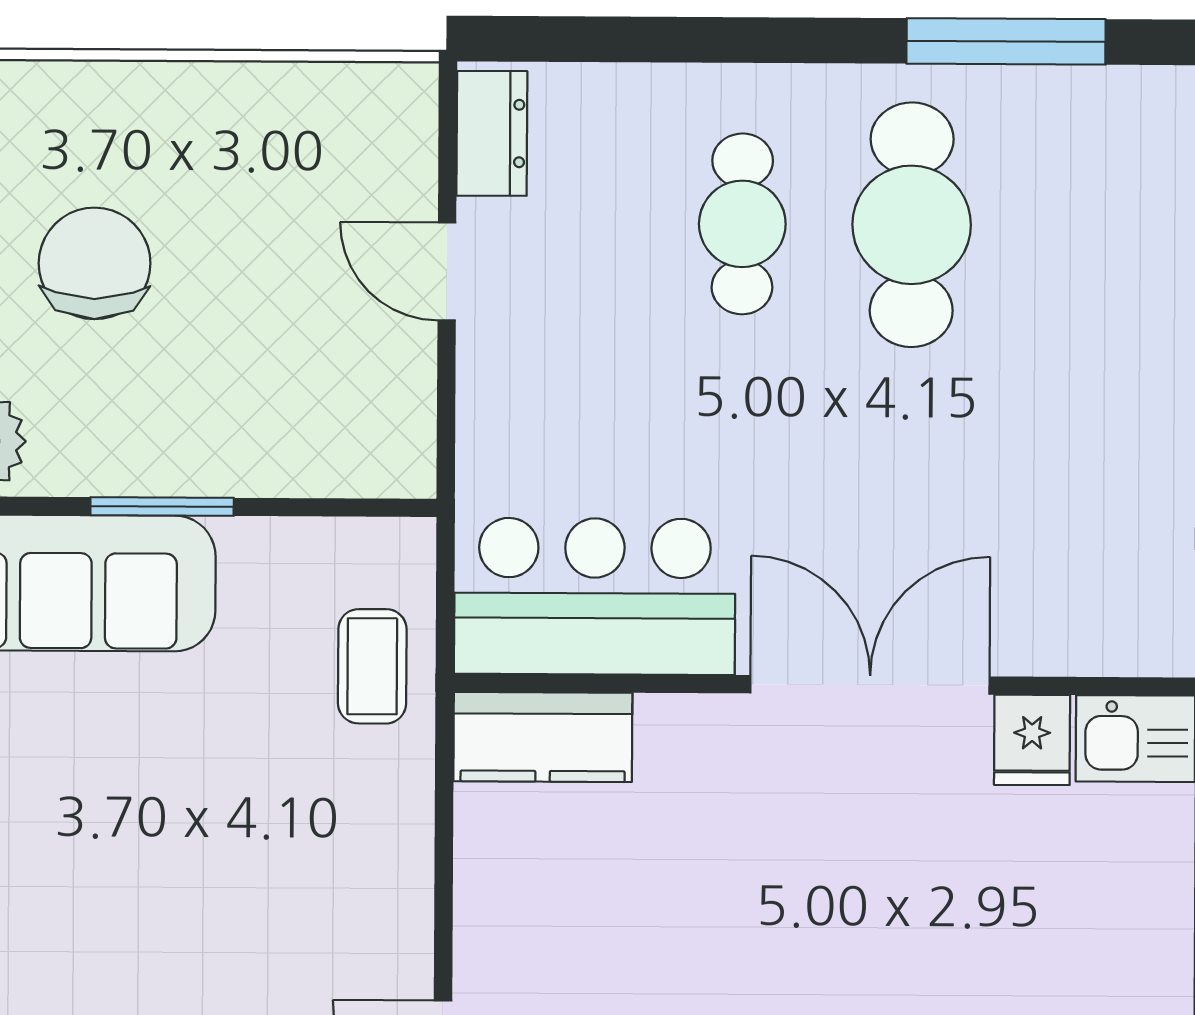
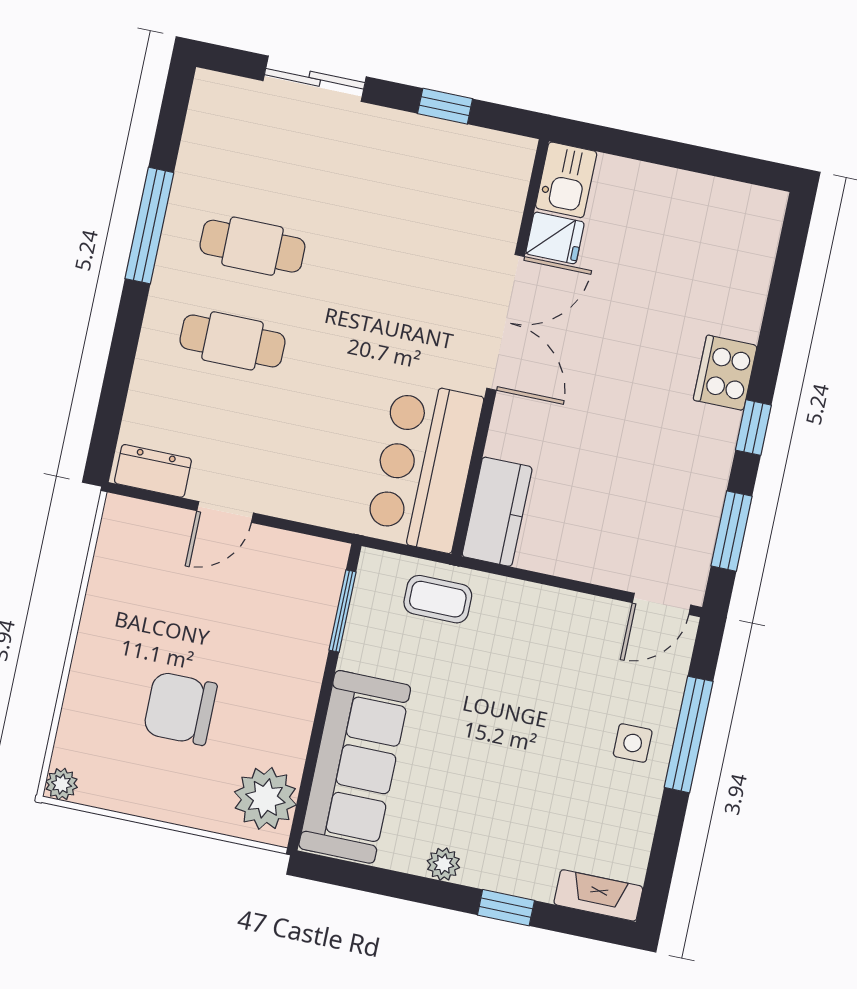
window: (1006, 41) -> (149, 226), moved
cafe table: (912, 225) -> (252, 246), width x0.73, depth x0.74
window: (162, 506) -> (343, 611), moved
double door: (870, 685) -> (506, 322), swing flipped

